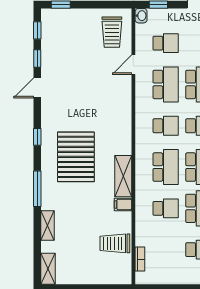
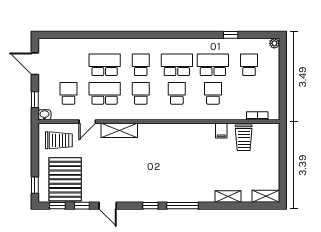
door: (133, 65) -> (87, 122), hinge flipped
pallet: (76, 157) -> (65, 179), moved, turned 90
school desk: (166, 167) -> (177, 93), width x0.54
shelving: (123, 176) -> (119, 130), moved
window: (37, 189) -> (183, 206), moved
filing cabinet: (123, 204) -> (221, 131), moved

